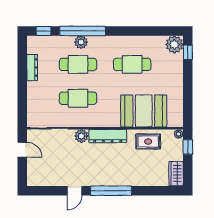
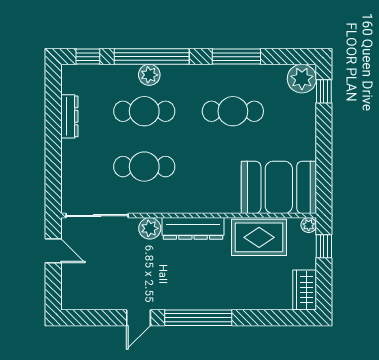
window: (134, 31) -> (236, 57), added
booth: (144, 111) -> (279, 187), moved
rug: (148, 142) -> (259, 237), width x1.36, depth x1.43

